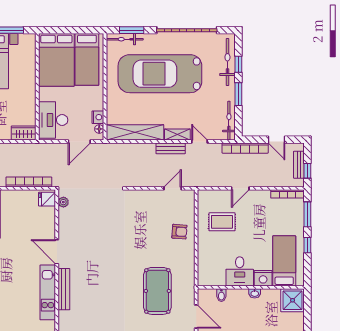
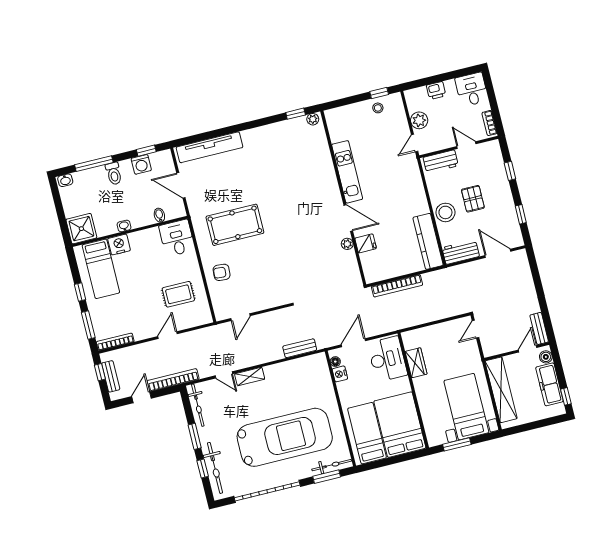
shelving: (135, 132) -> (296, 367), removed
wardrobe: (24, 133) -> (416, 363), moved, turned -90
door: (277, 140) -> (141, 397), hinge flipped
bench: (171, 148) -> (300, 348), moved
fridge: (47, 199) -> (366, 243), moved
plant: (63, 202) -> (347, 244), moved
desk: (240, 271) -> (177, 238), moved
bench: (64, 289) -> (331, 180), removed
pool table: (157, 291) -> (235, 225), moved, turned 90

